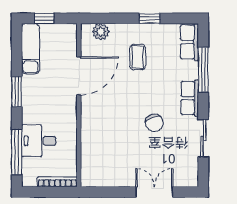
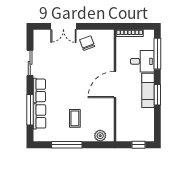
window: (150, 18) -> (67, 145), width x2.17
row of seats: (189, 42) -> (40, 116), moved
exam couch: (30, 49) -> (148, 90), moved
door: (79, 76) -> (115, 85), moved
chair: (154, 123) -> (87, 43), moved

